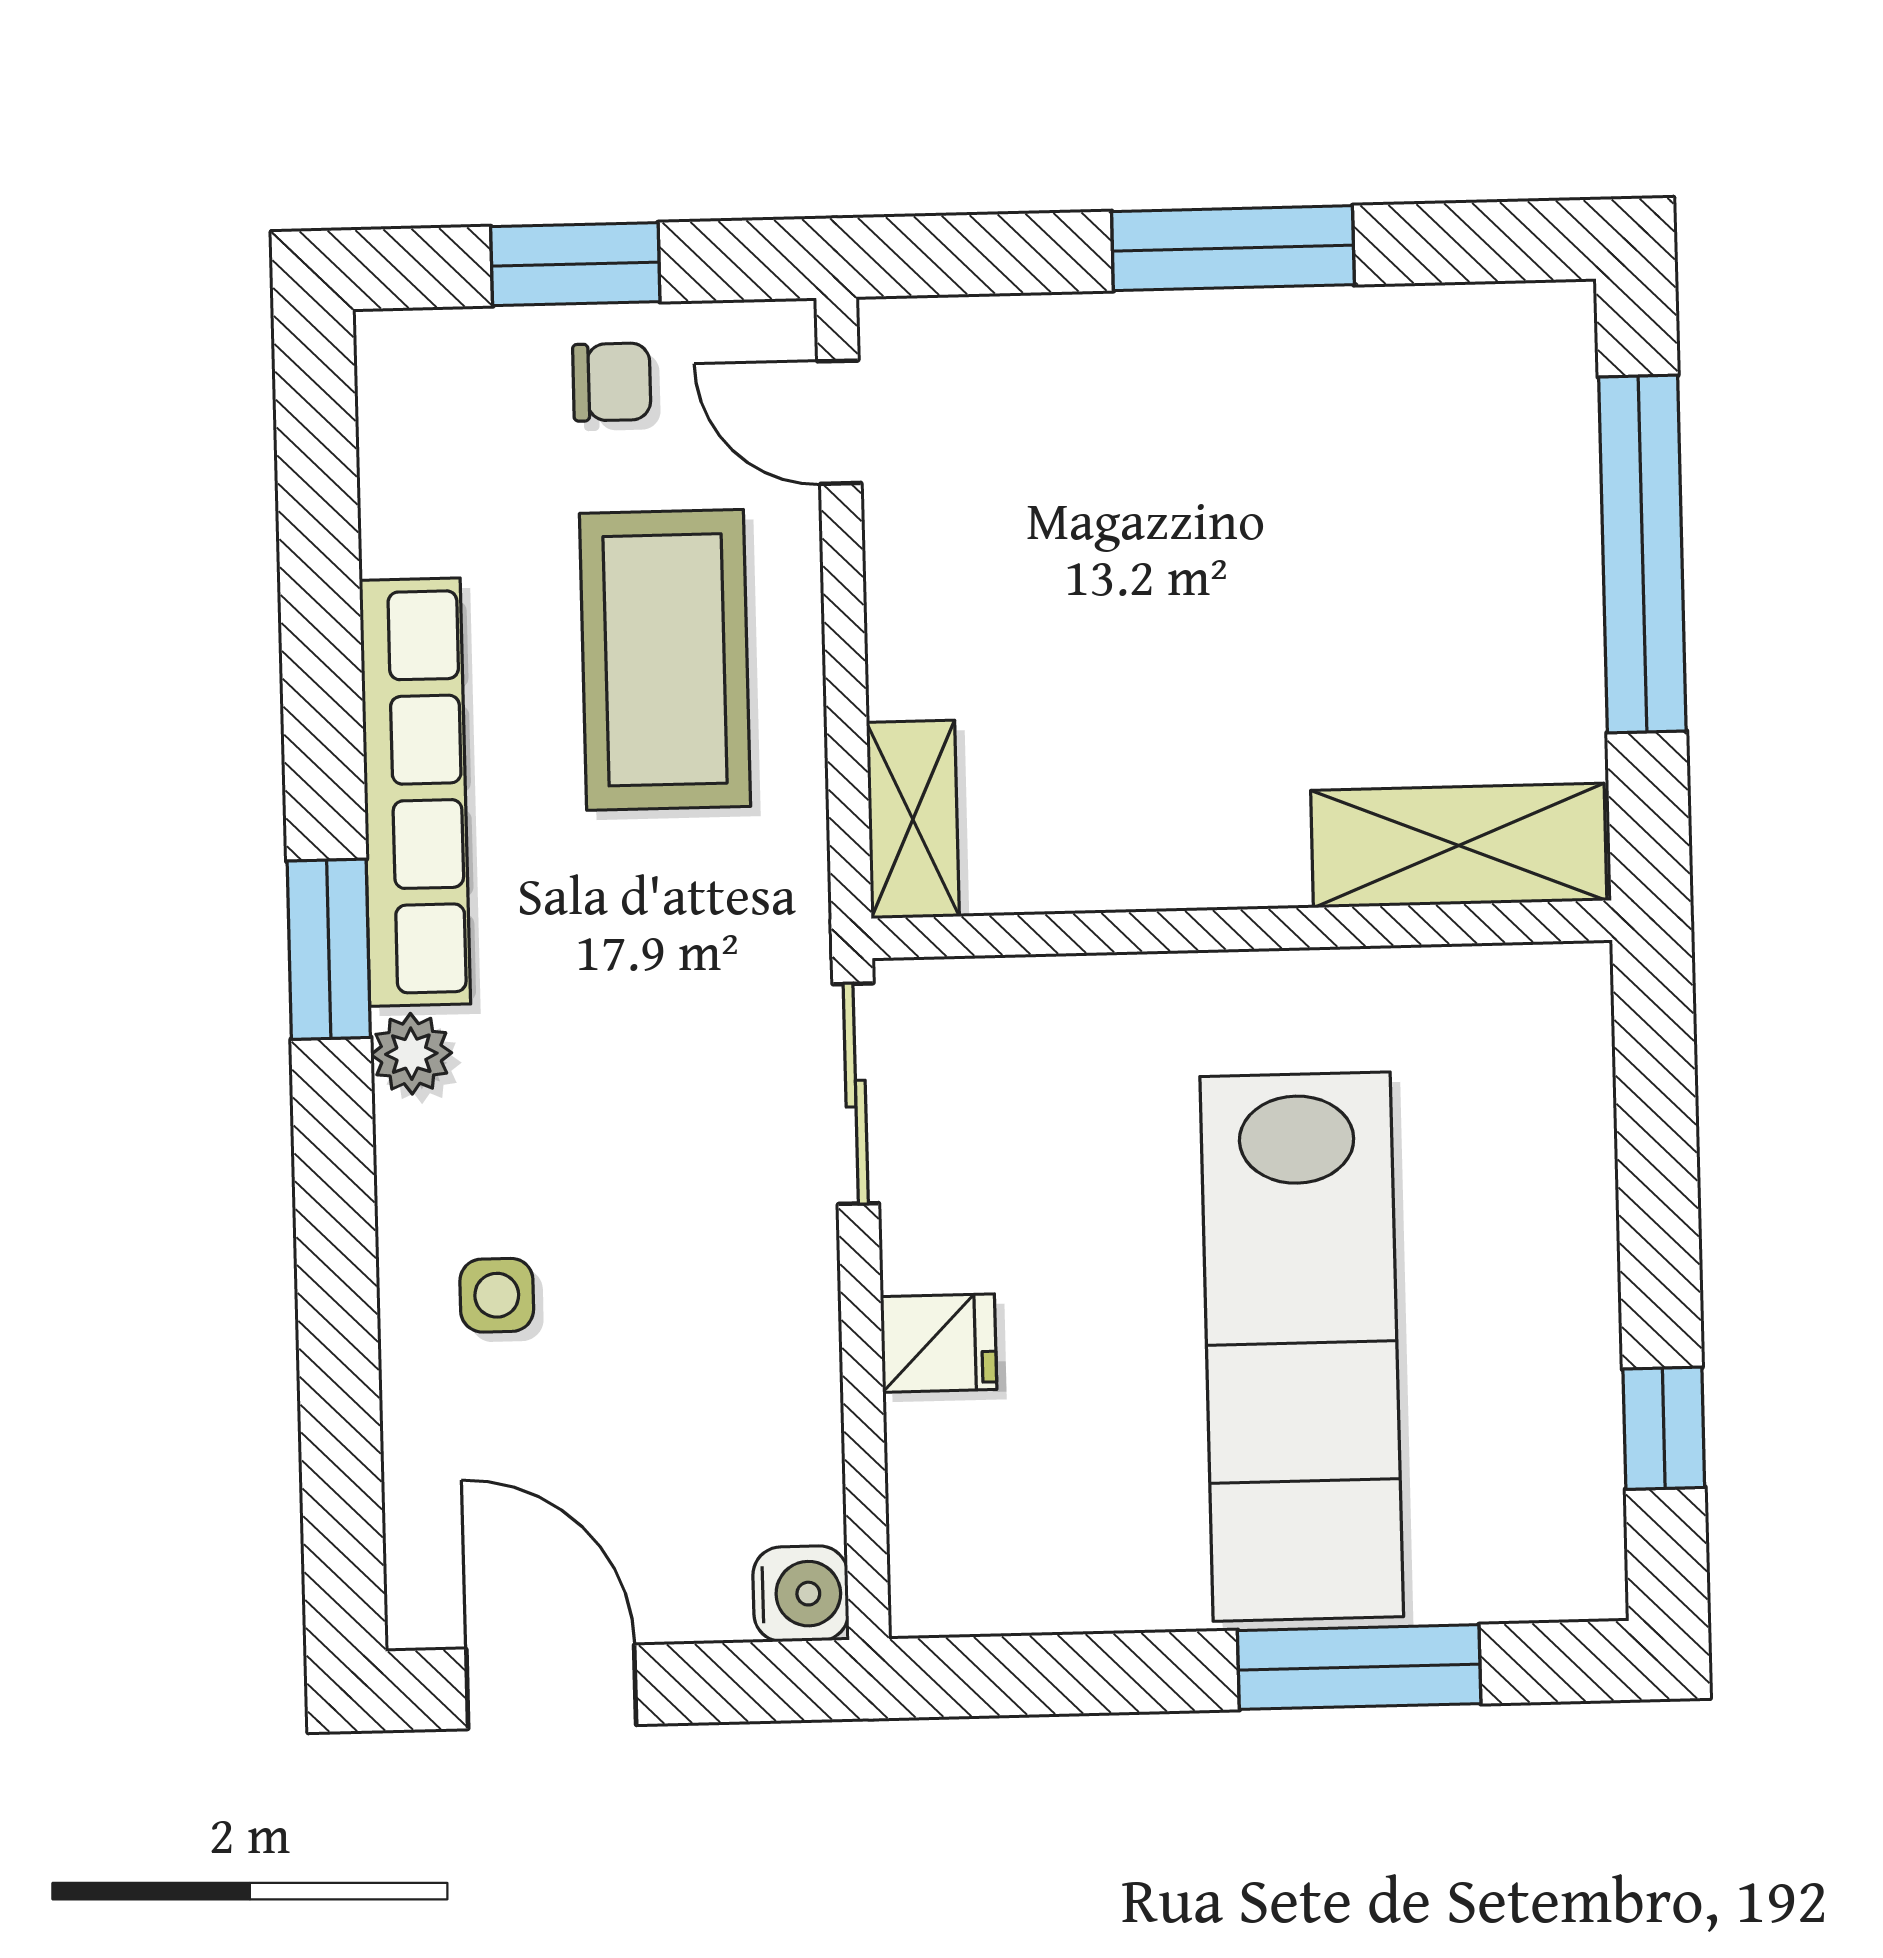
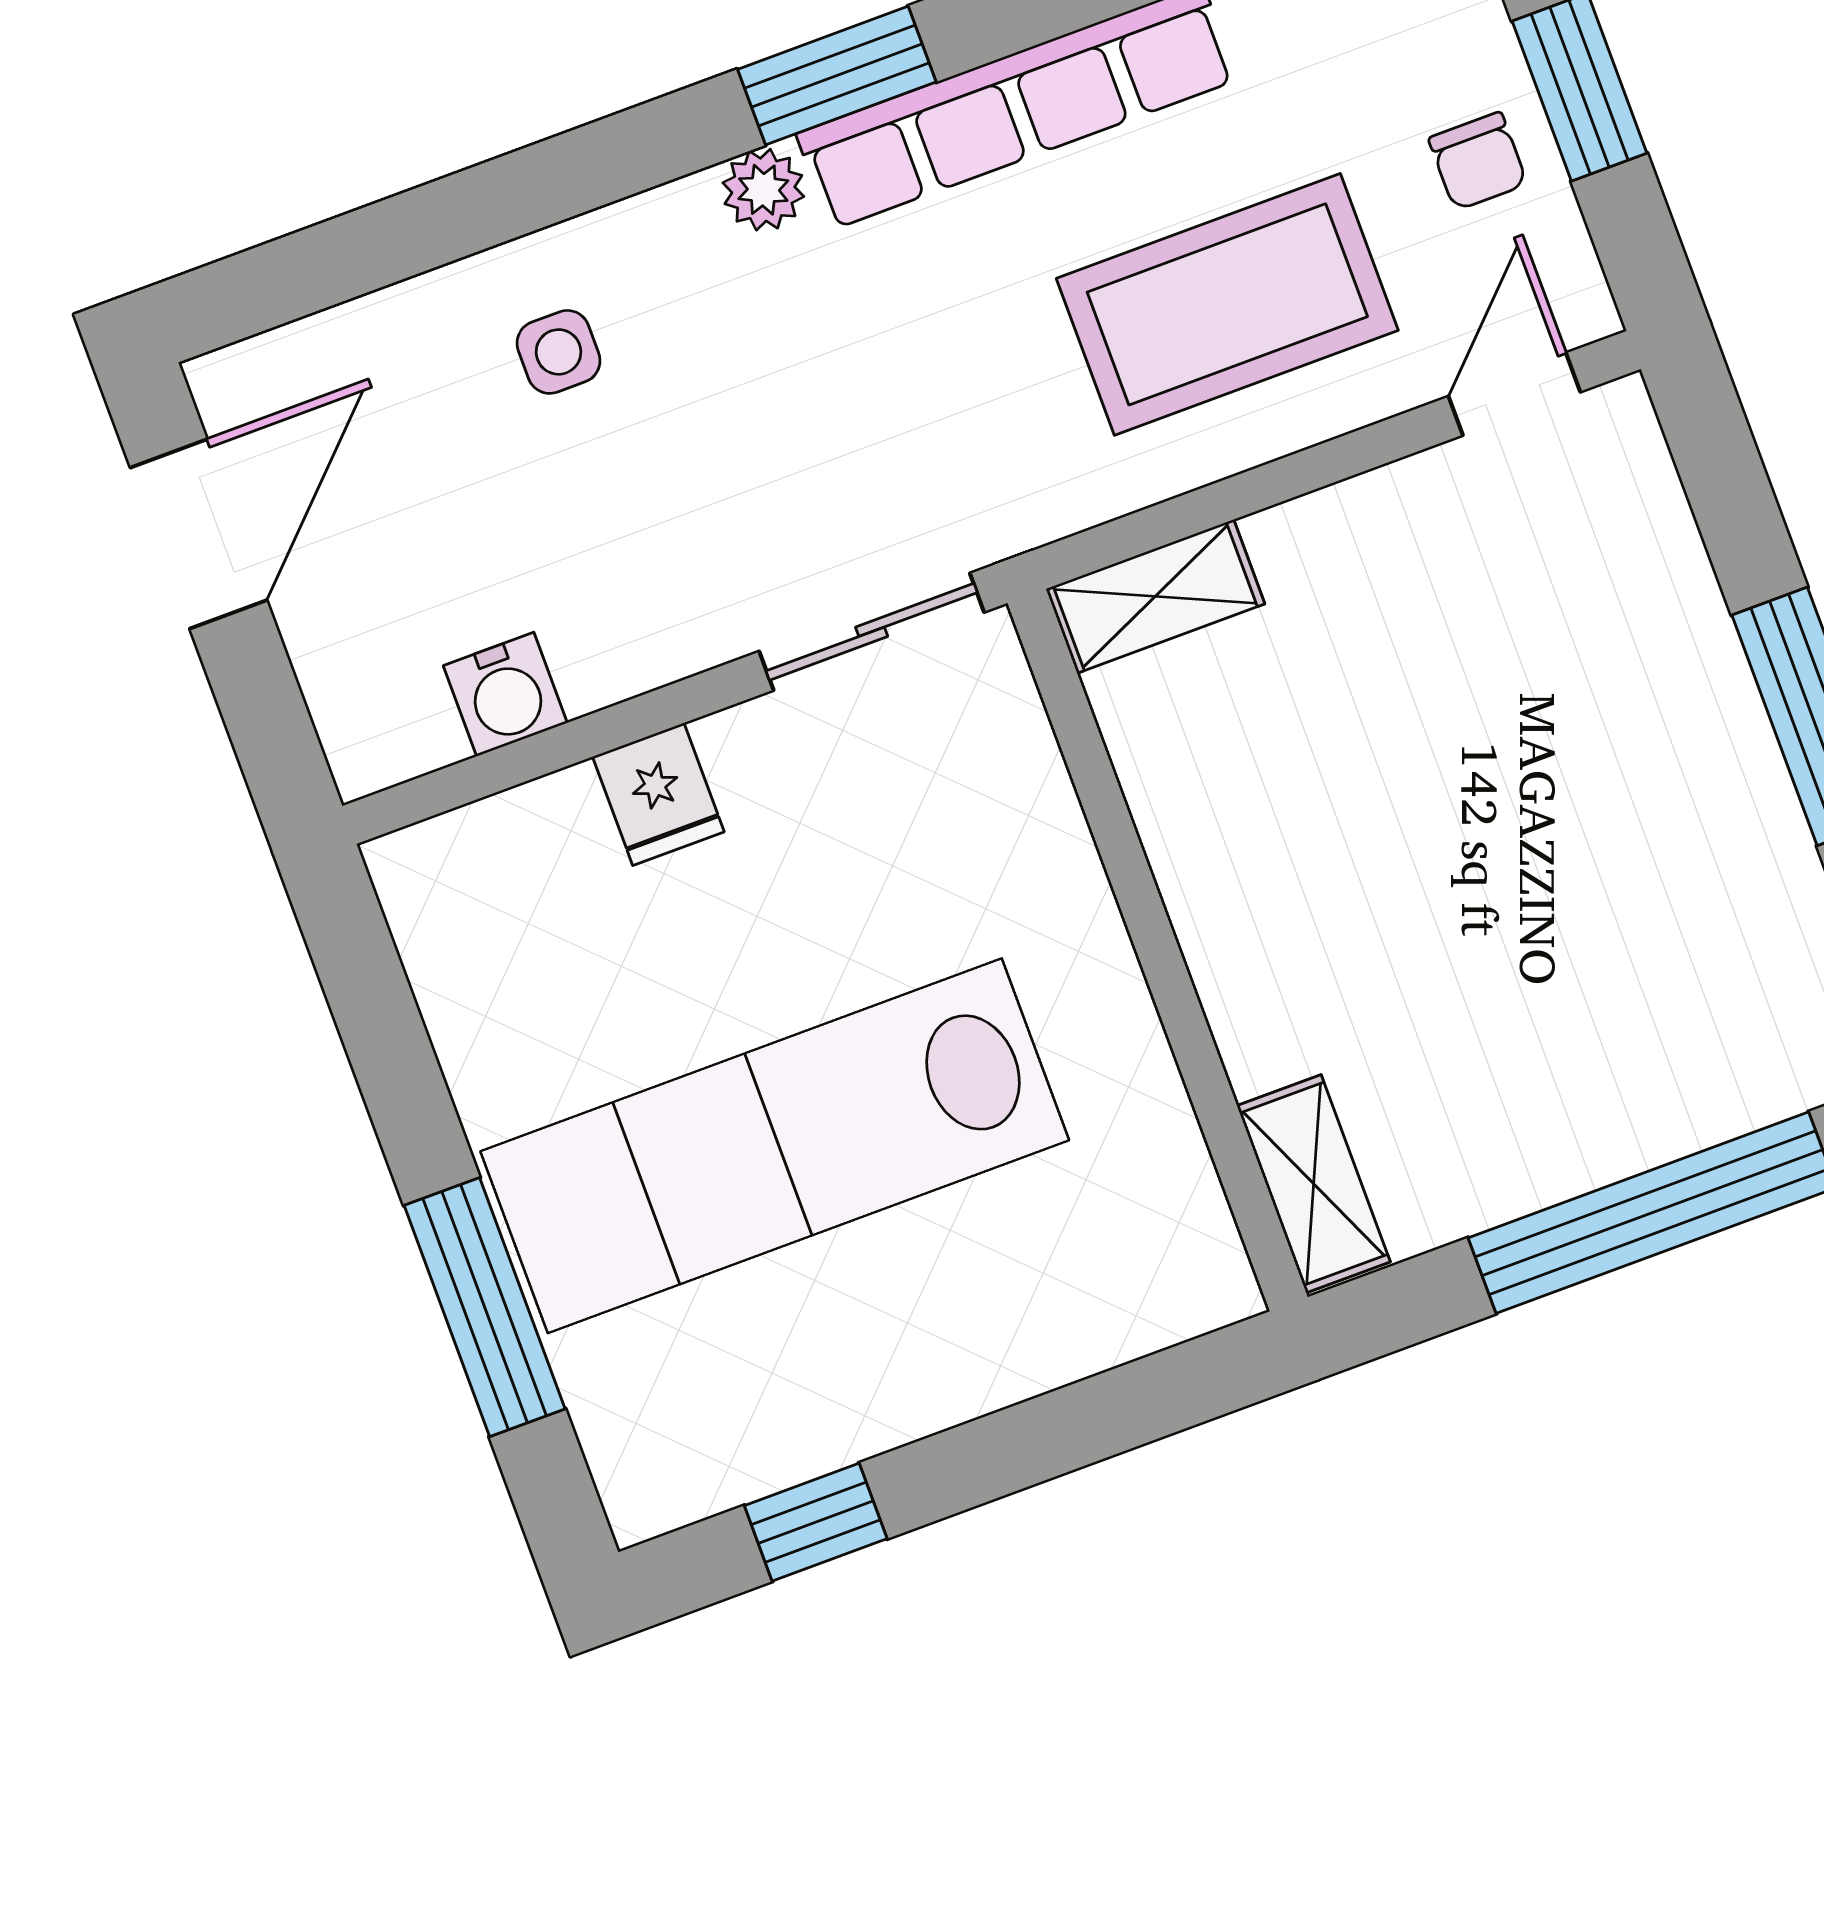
shelving: (1459, 845) -> (1314, 1184), width x0.67, depth x0.75
water cooler: (801, 1594) -> (505, 694), moved

